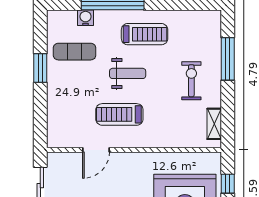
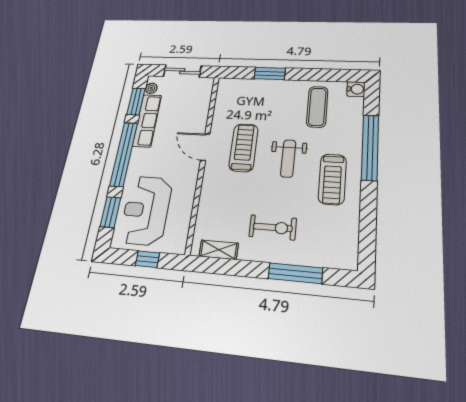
water cooler: (85, 18) -> (356, 89), moved
window: (40, 68) -> (270, 74), moved
door: (96, 150) -> (205, 147), moved

